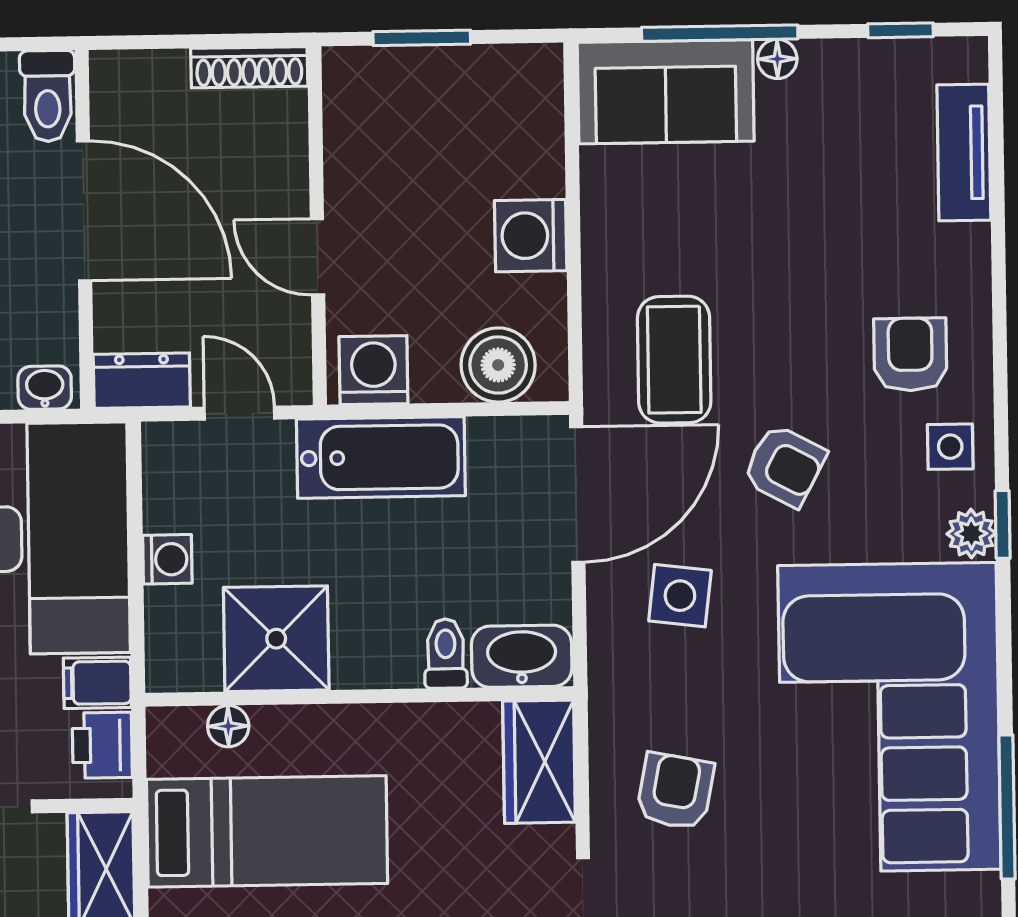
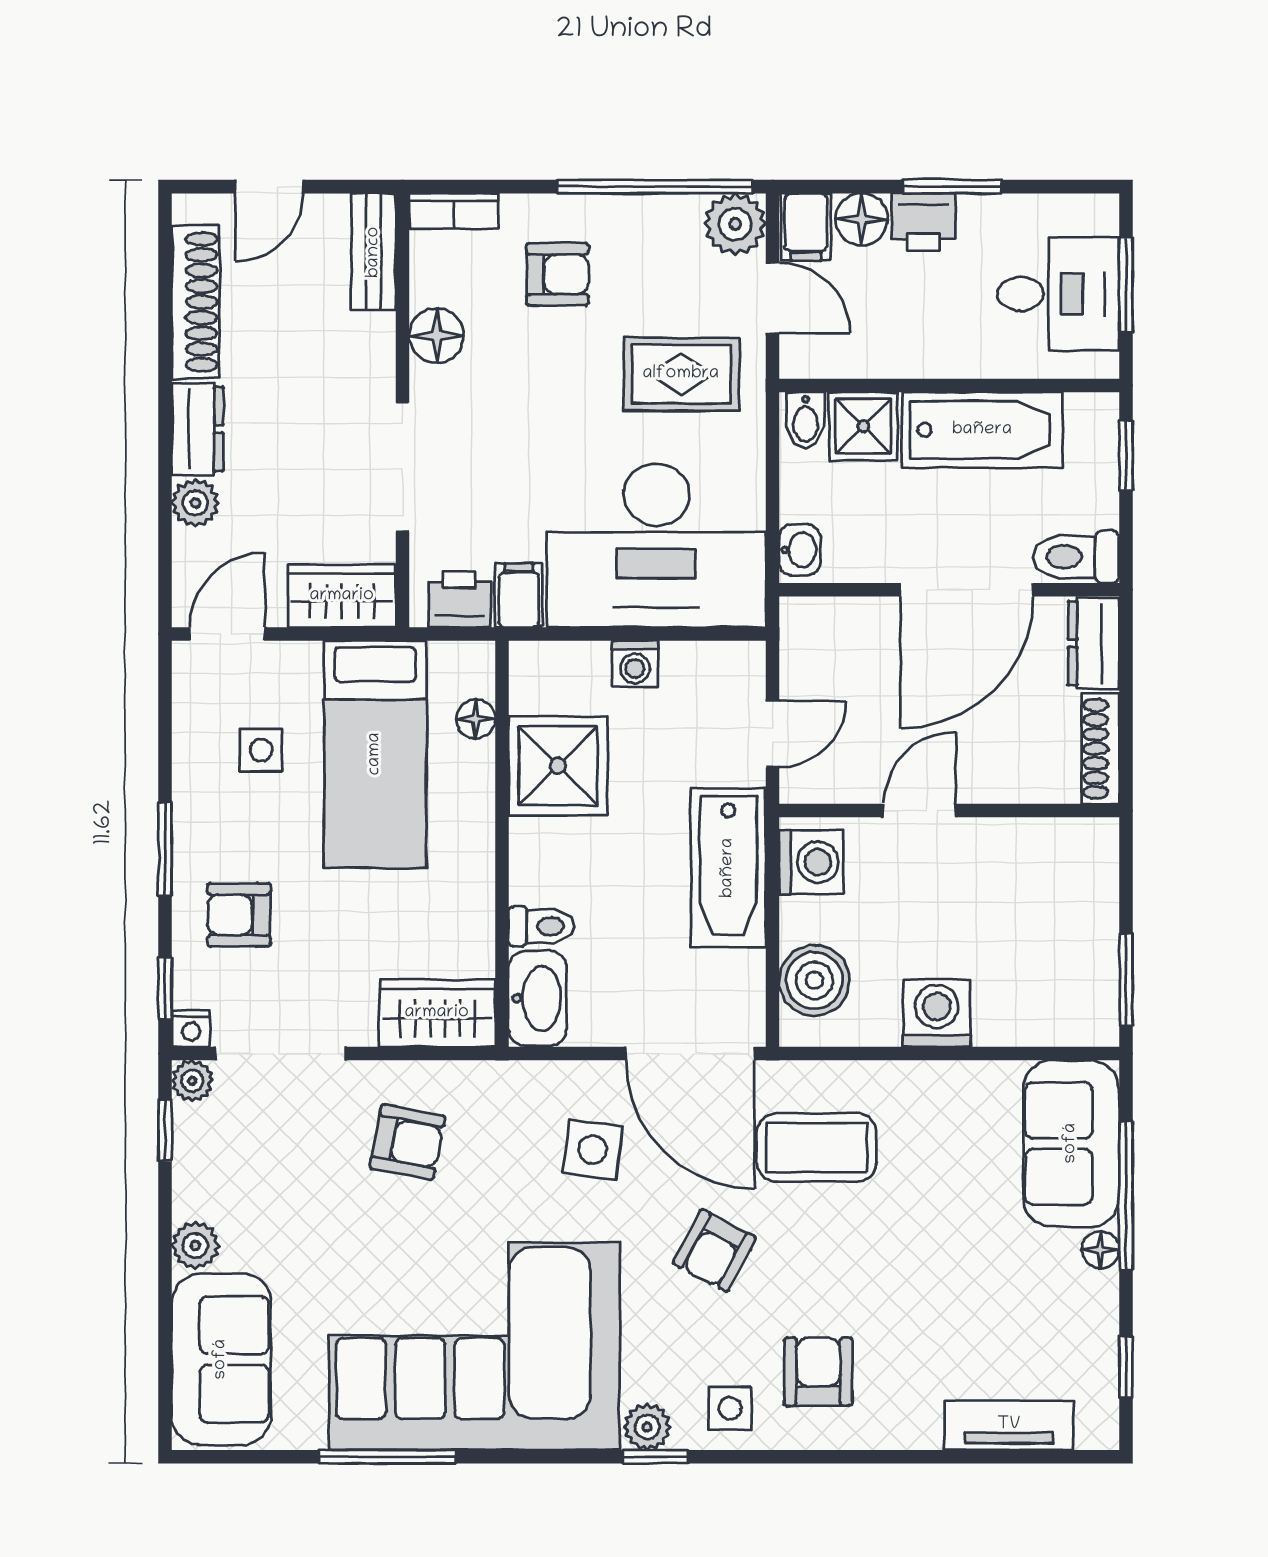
window: (422, 38) -> (1126, 979), moved
armchair: (910, 354) -> (818, 1372), turned -90
dresser: (142, 381) -> (1094, 643), moved, turned 180

